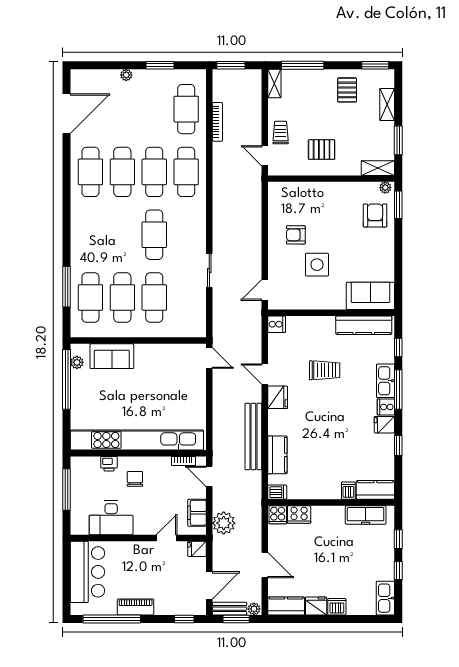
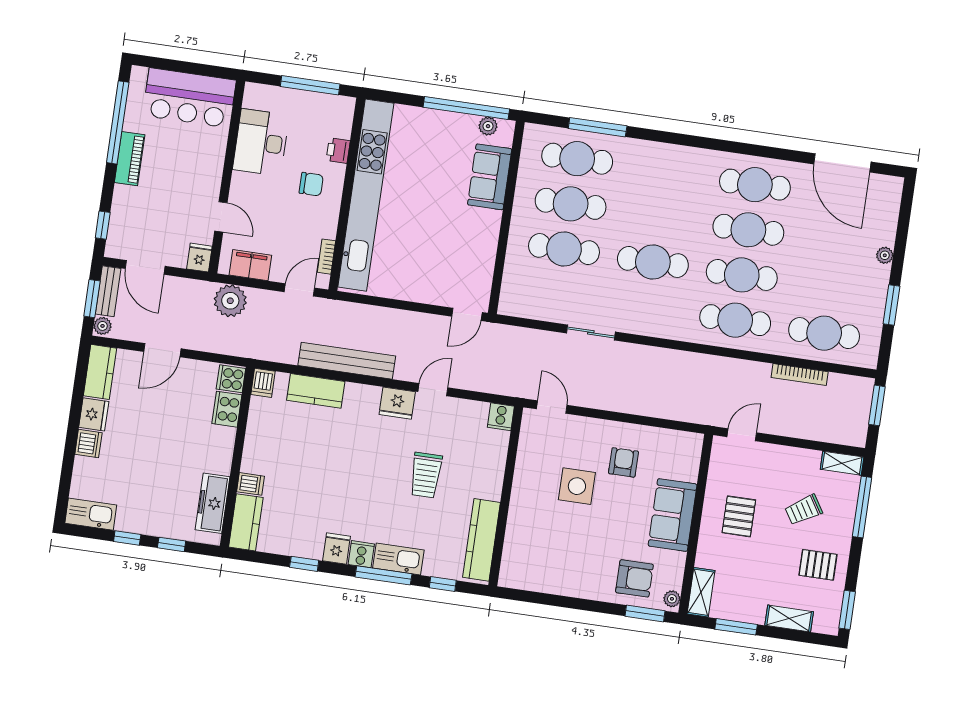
trolley: (281, 133) -> (804, 510), moved, turned 148
sofa: (370, 296) -> (673, 515), moved, turned 180

